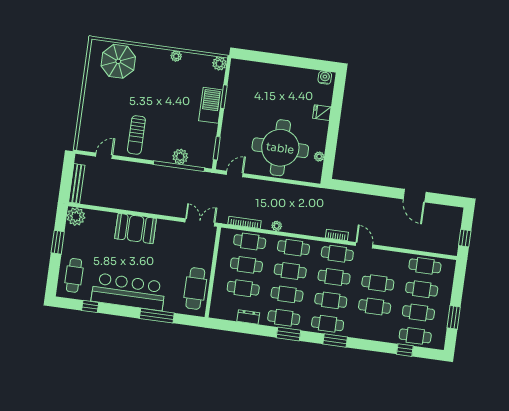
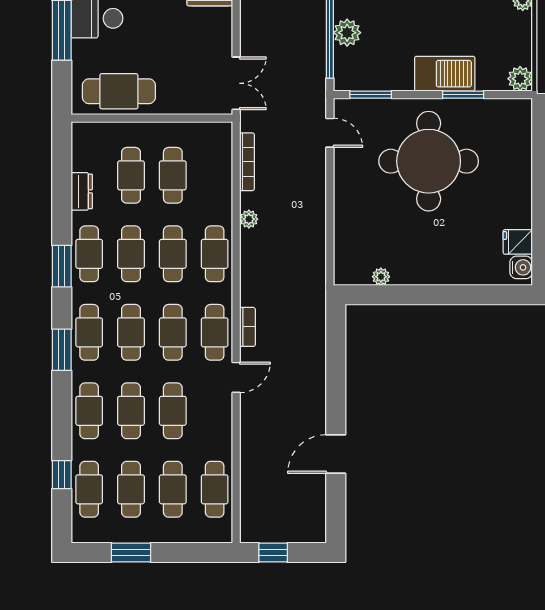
fridge: (322, 113) -> (518, 242), moved, turned -90
round table: (280, 148) -> (429, 161), moved
cafe table: (250, 242) -> (89, 411), moved

